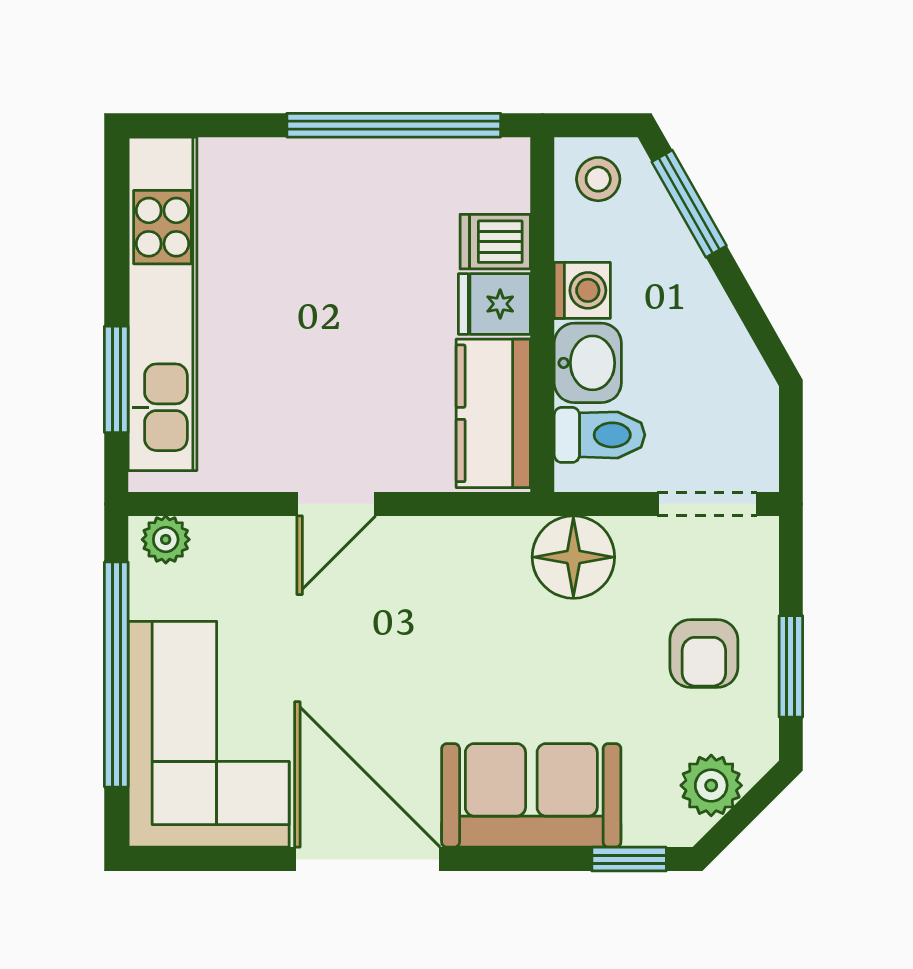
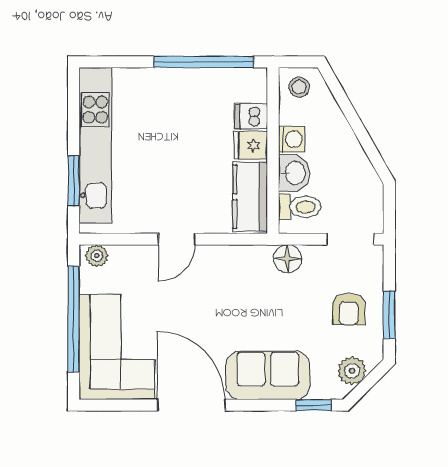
window: (689, 204) -> (342, 99), removed
floor lamp: (573, 557) -> (288, 259), width x0.73, depth x0.73

